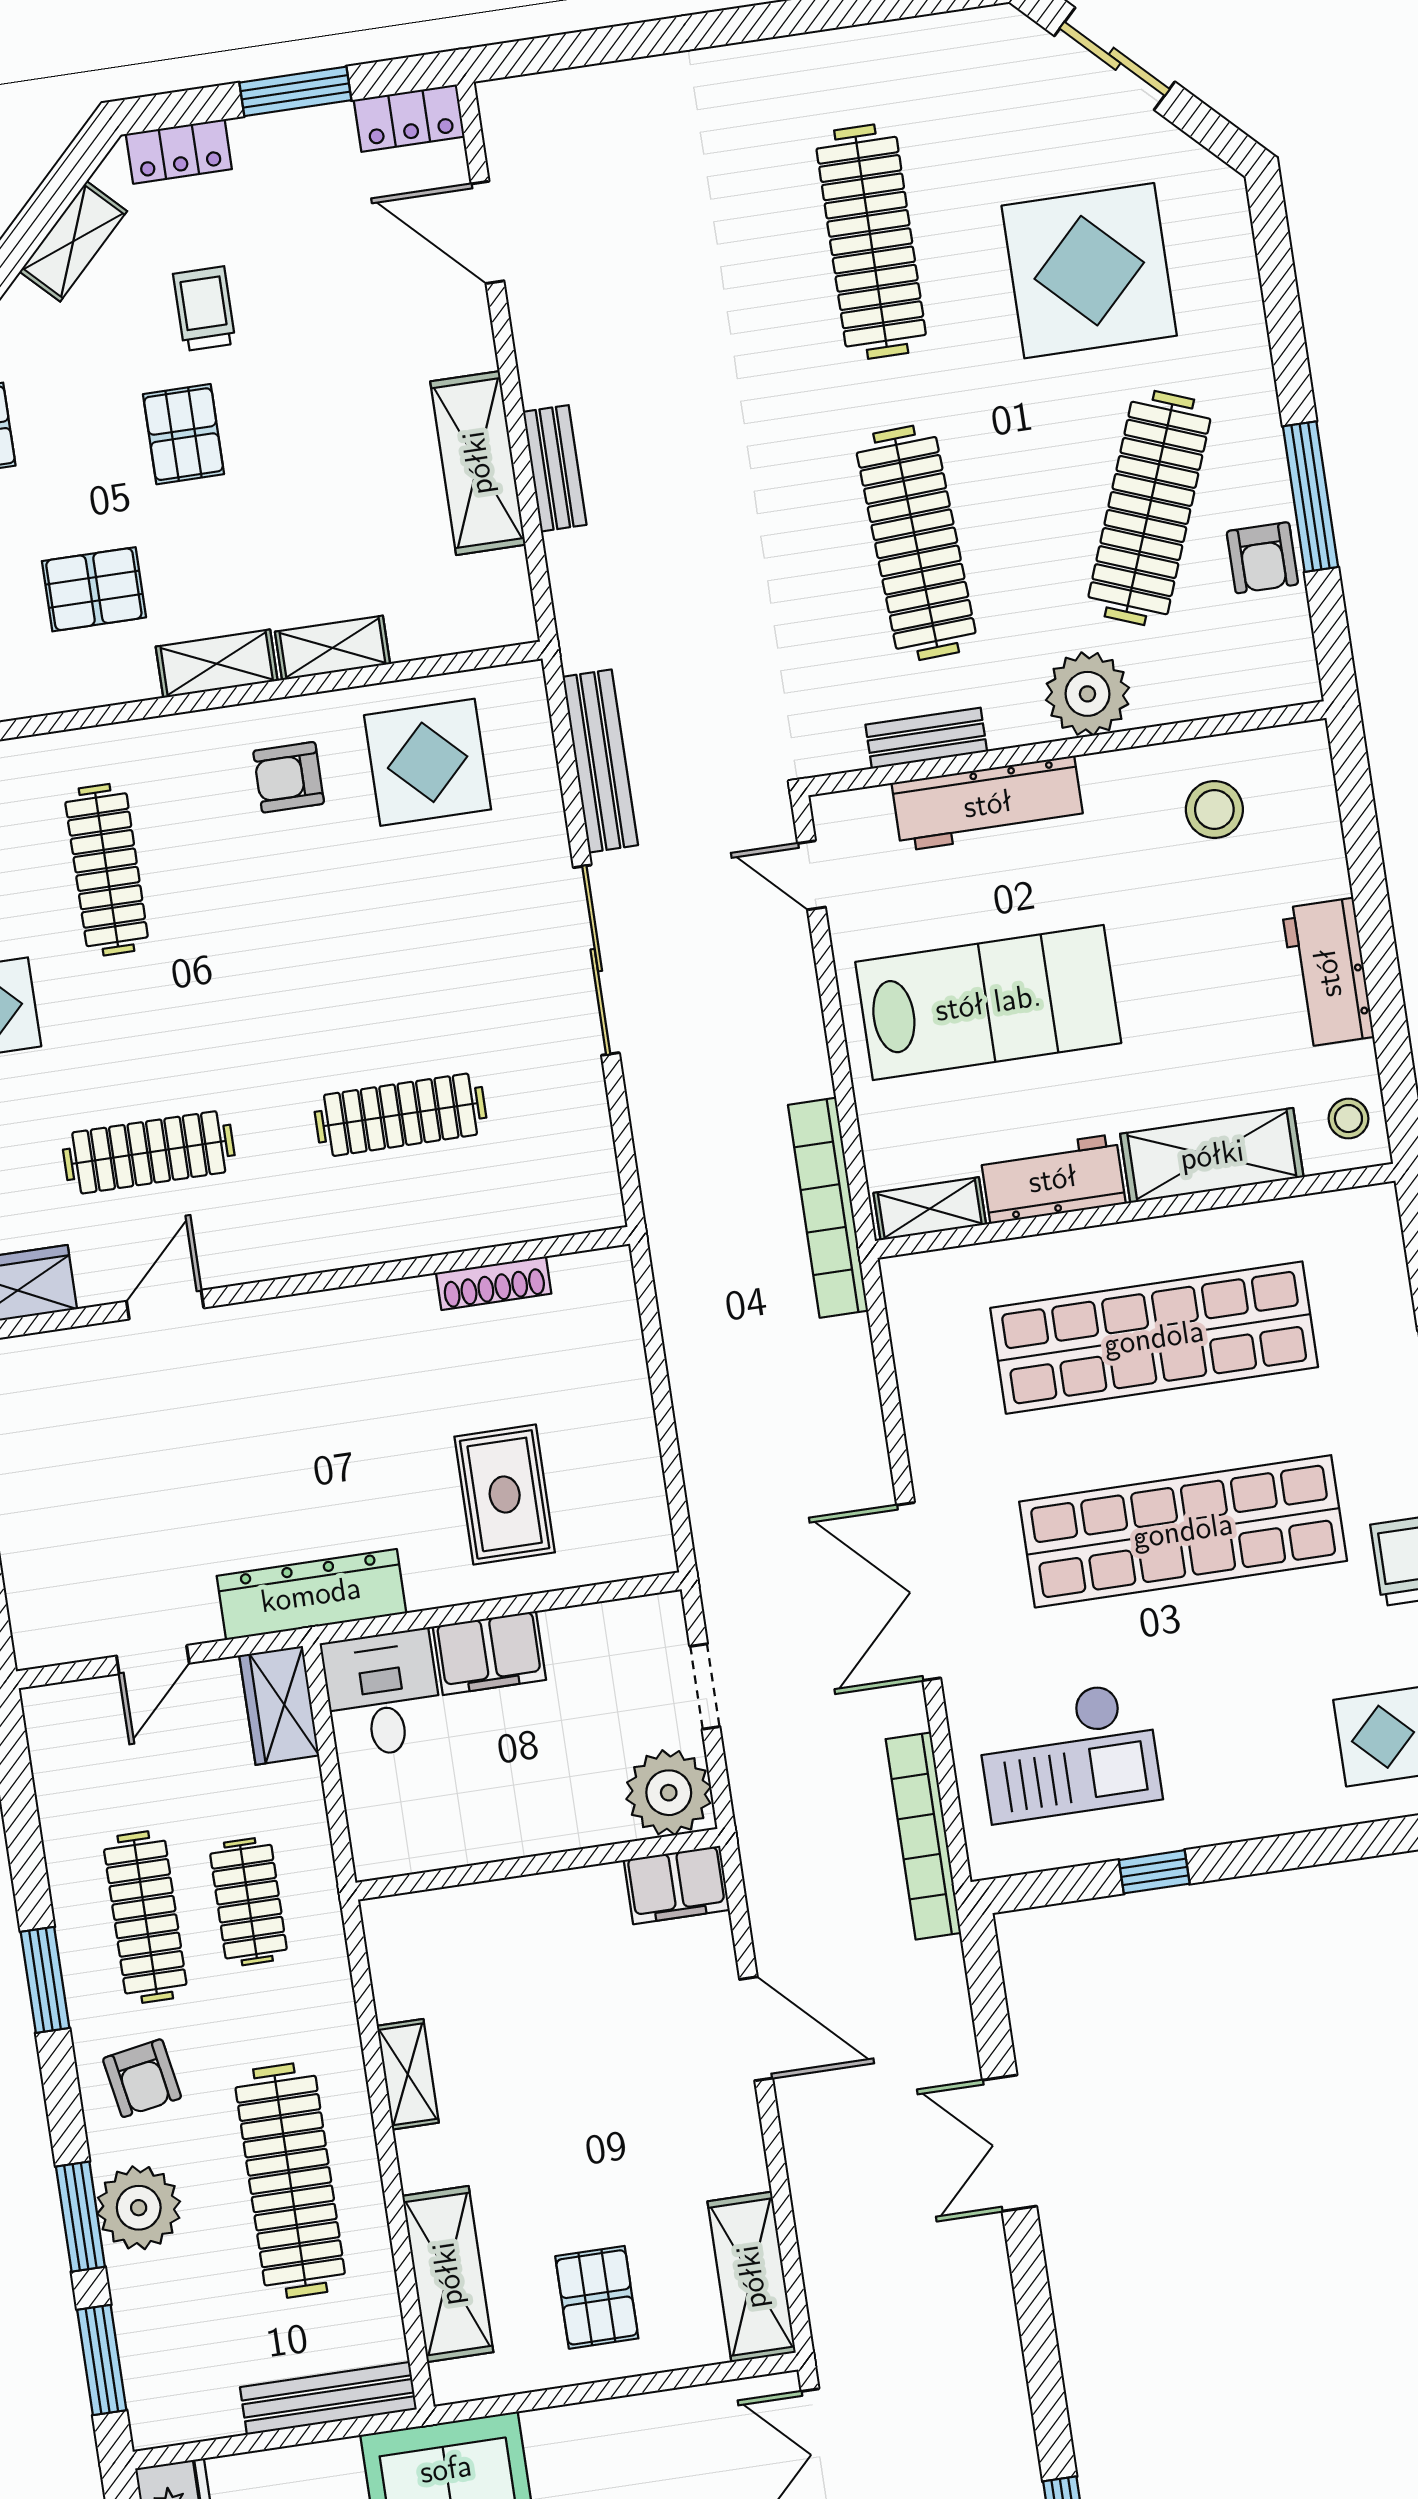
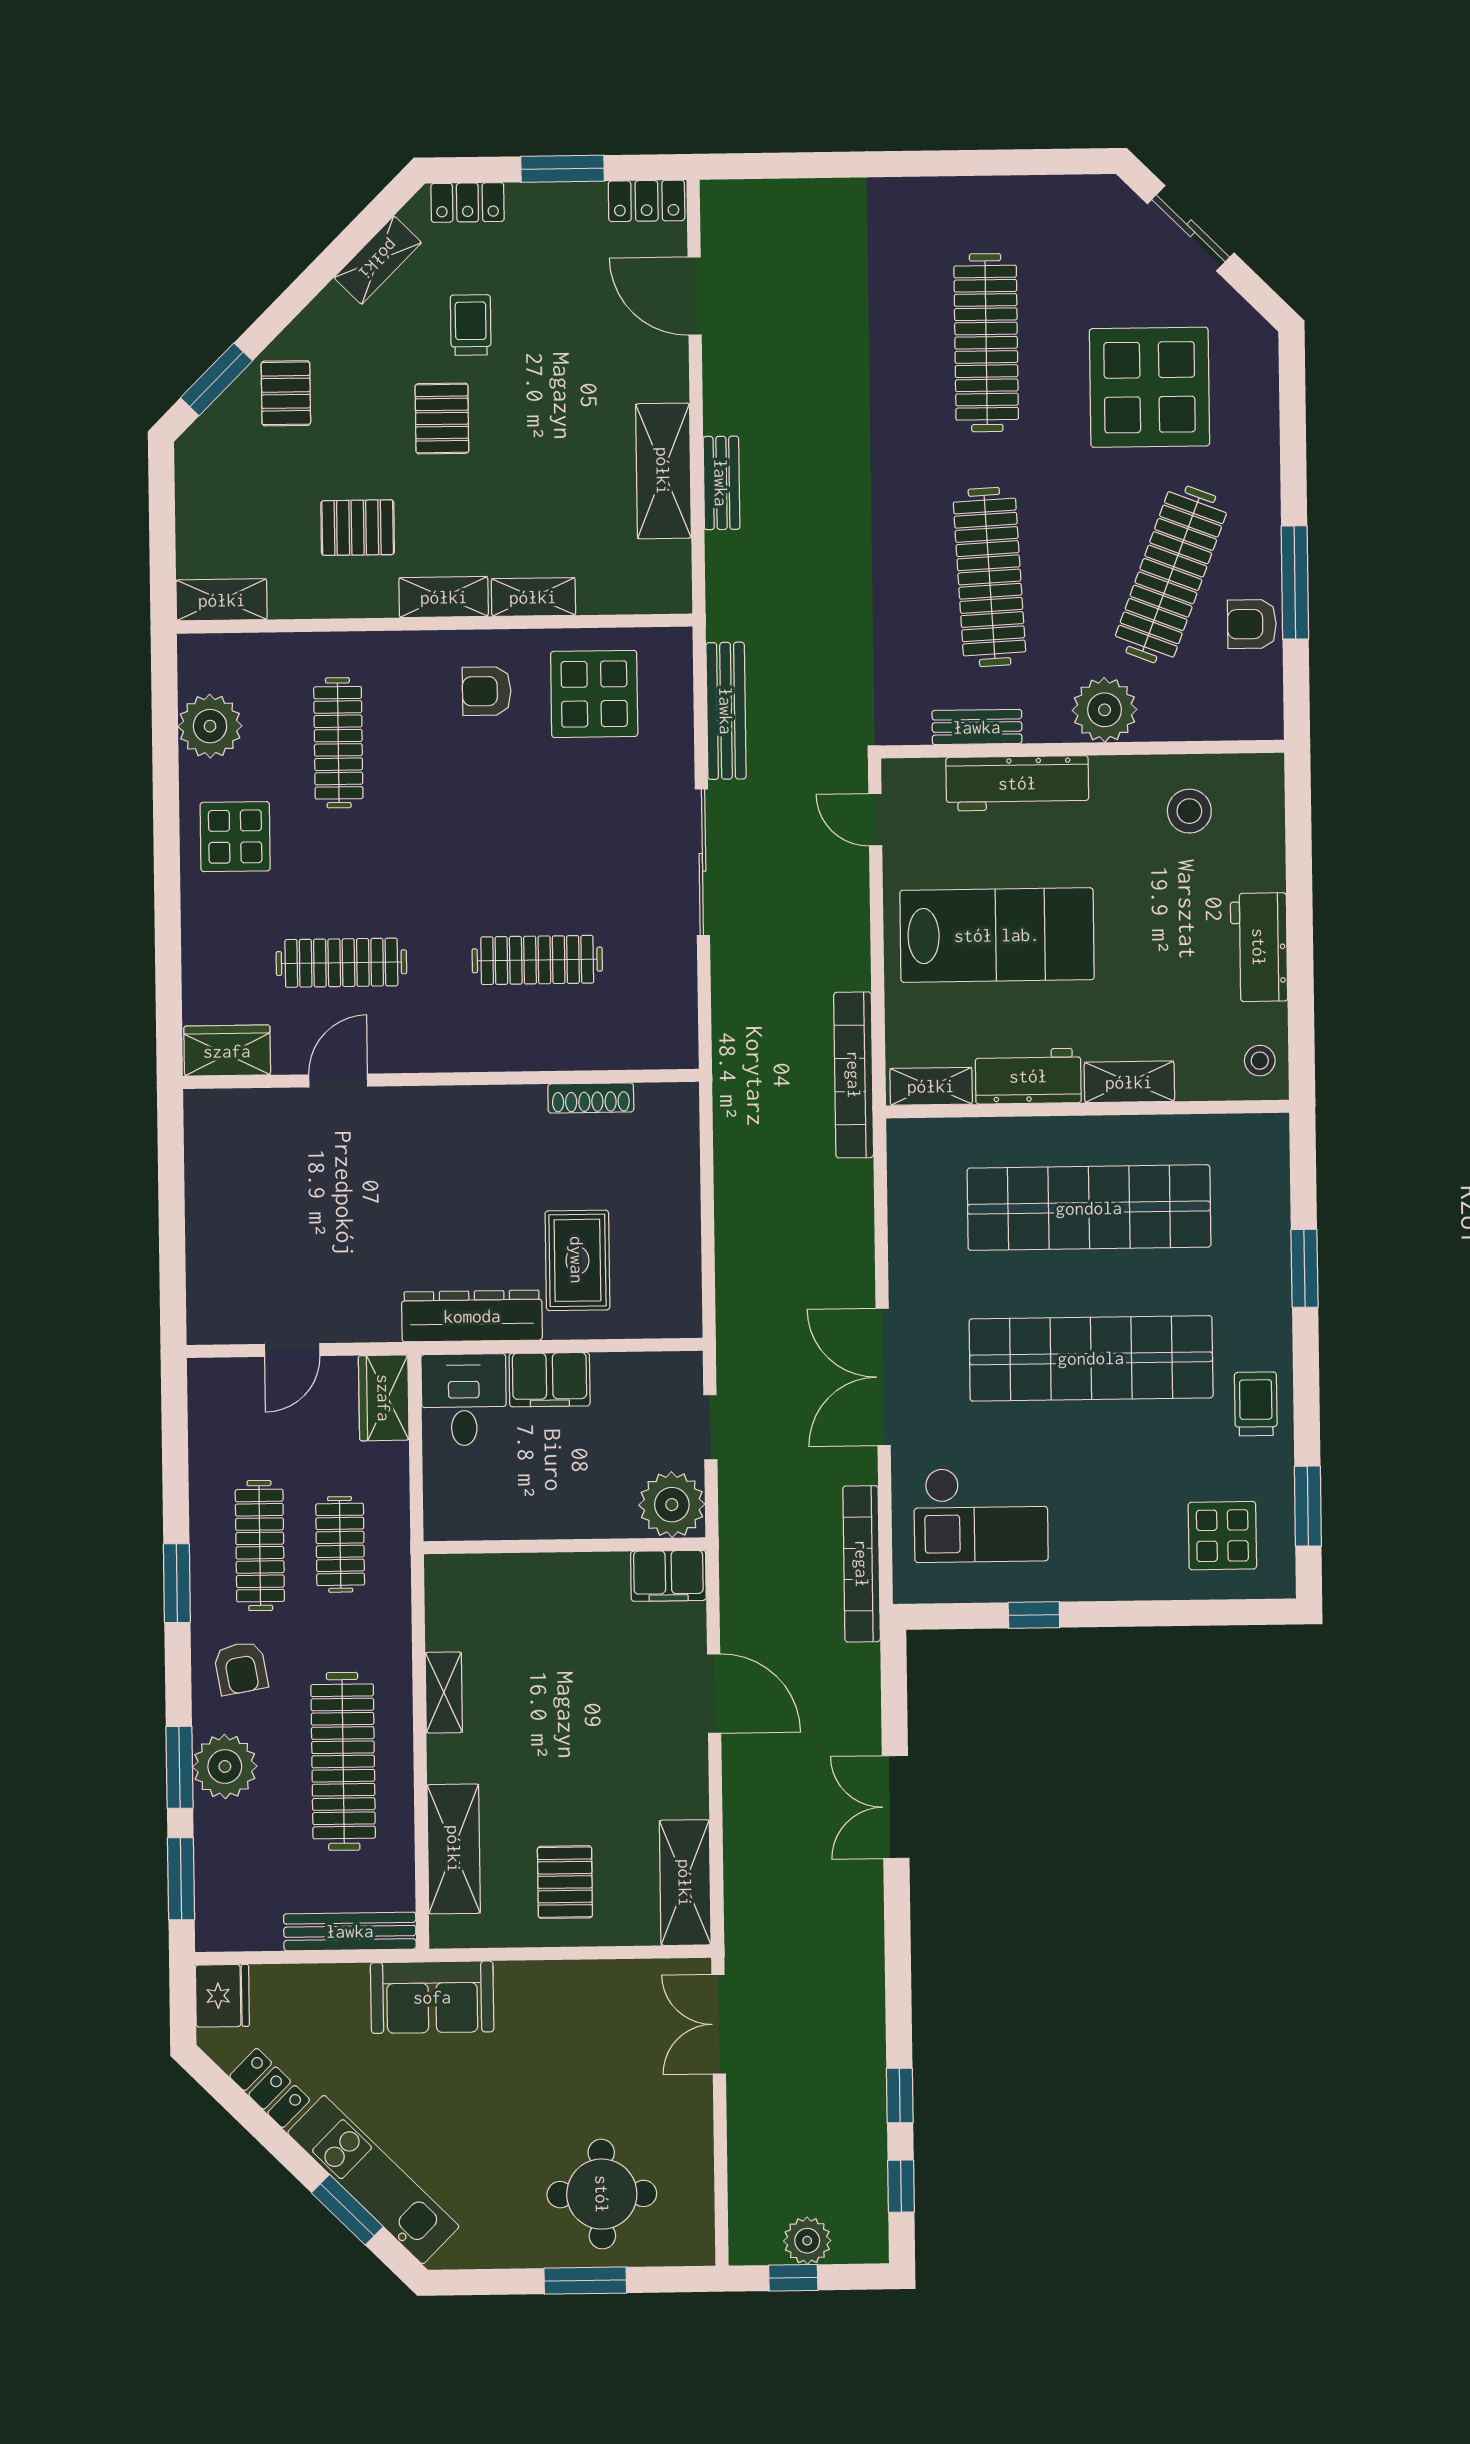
armchair: (1262, 558) -> (1252, 624), turned 90
shelving: (1212, 1155) -> (1129, 1082), width x0.67, depth x0.75
dresser: (311, 1595) -> (472, 1316), moved

